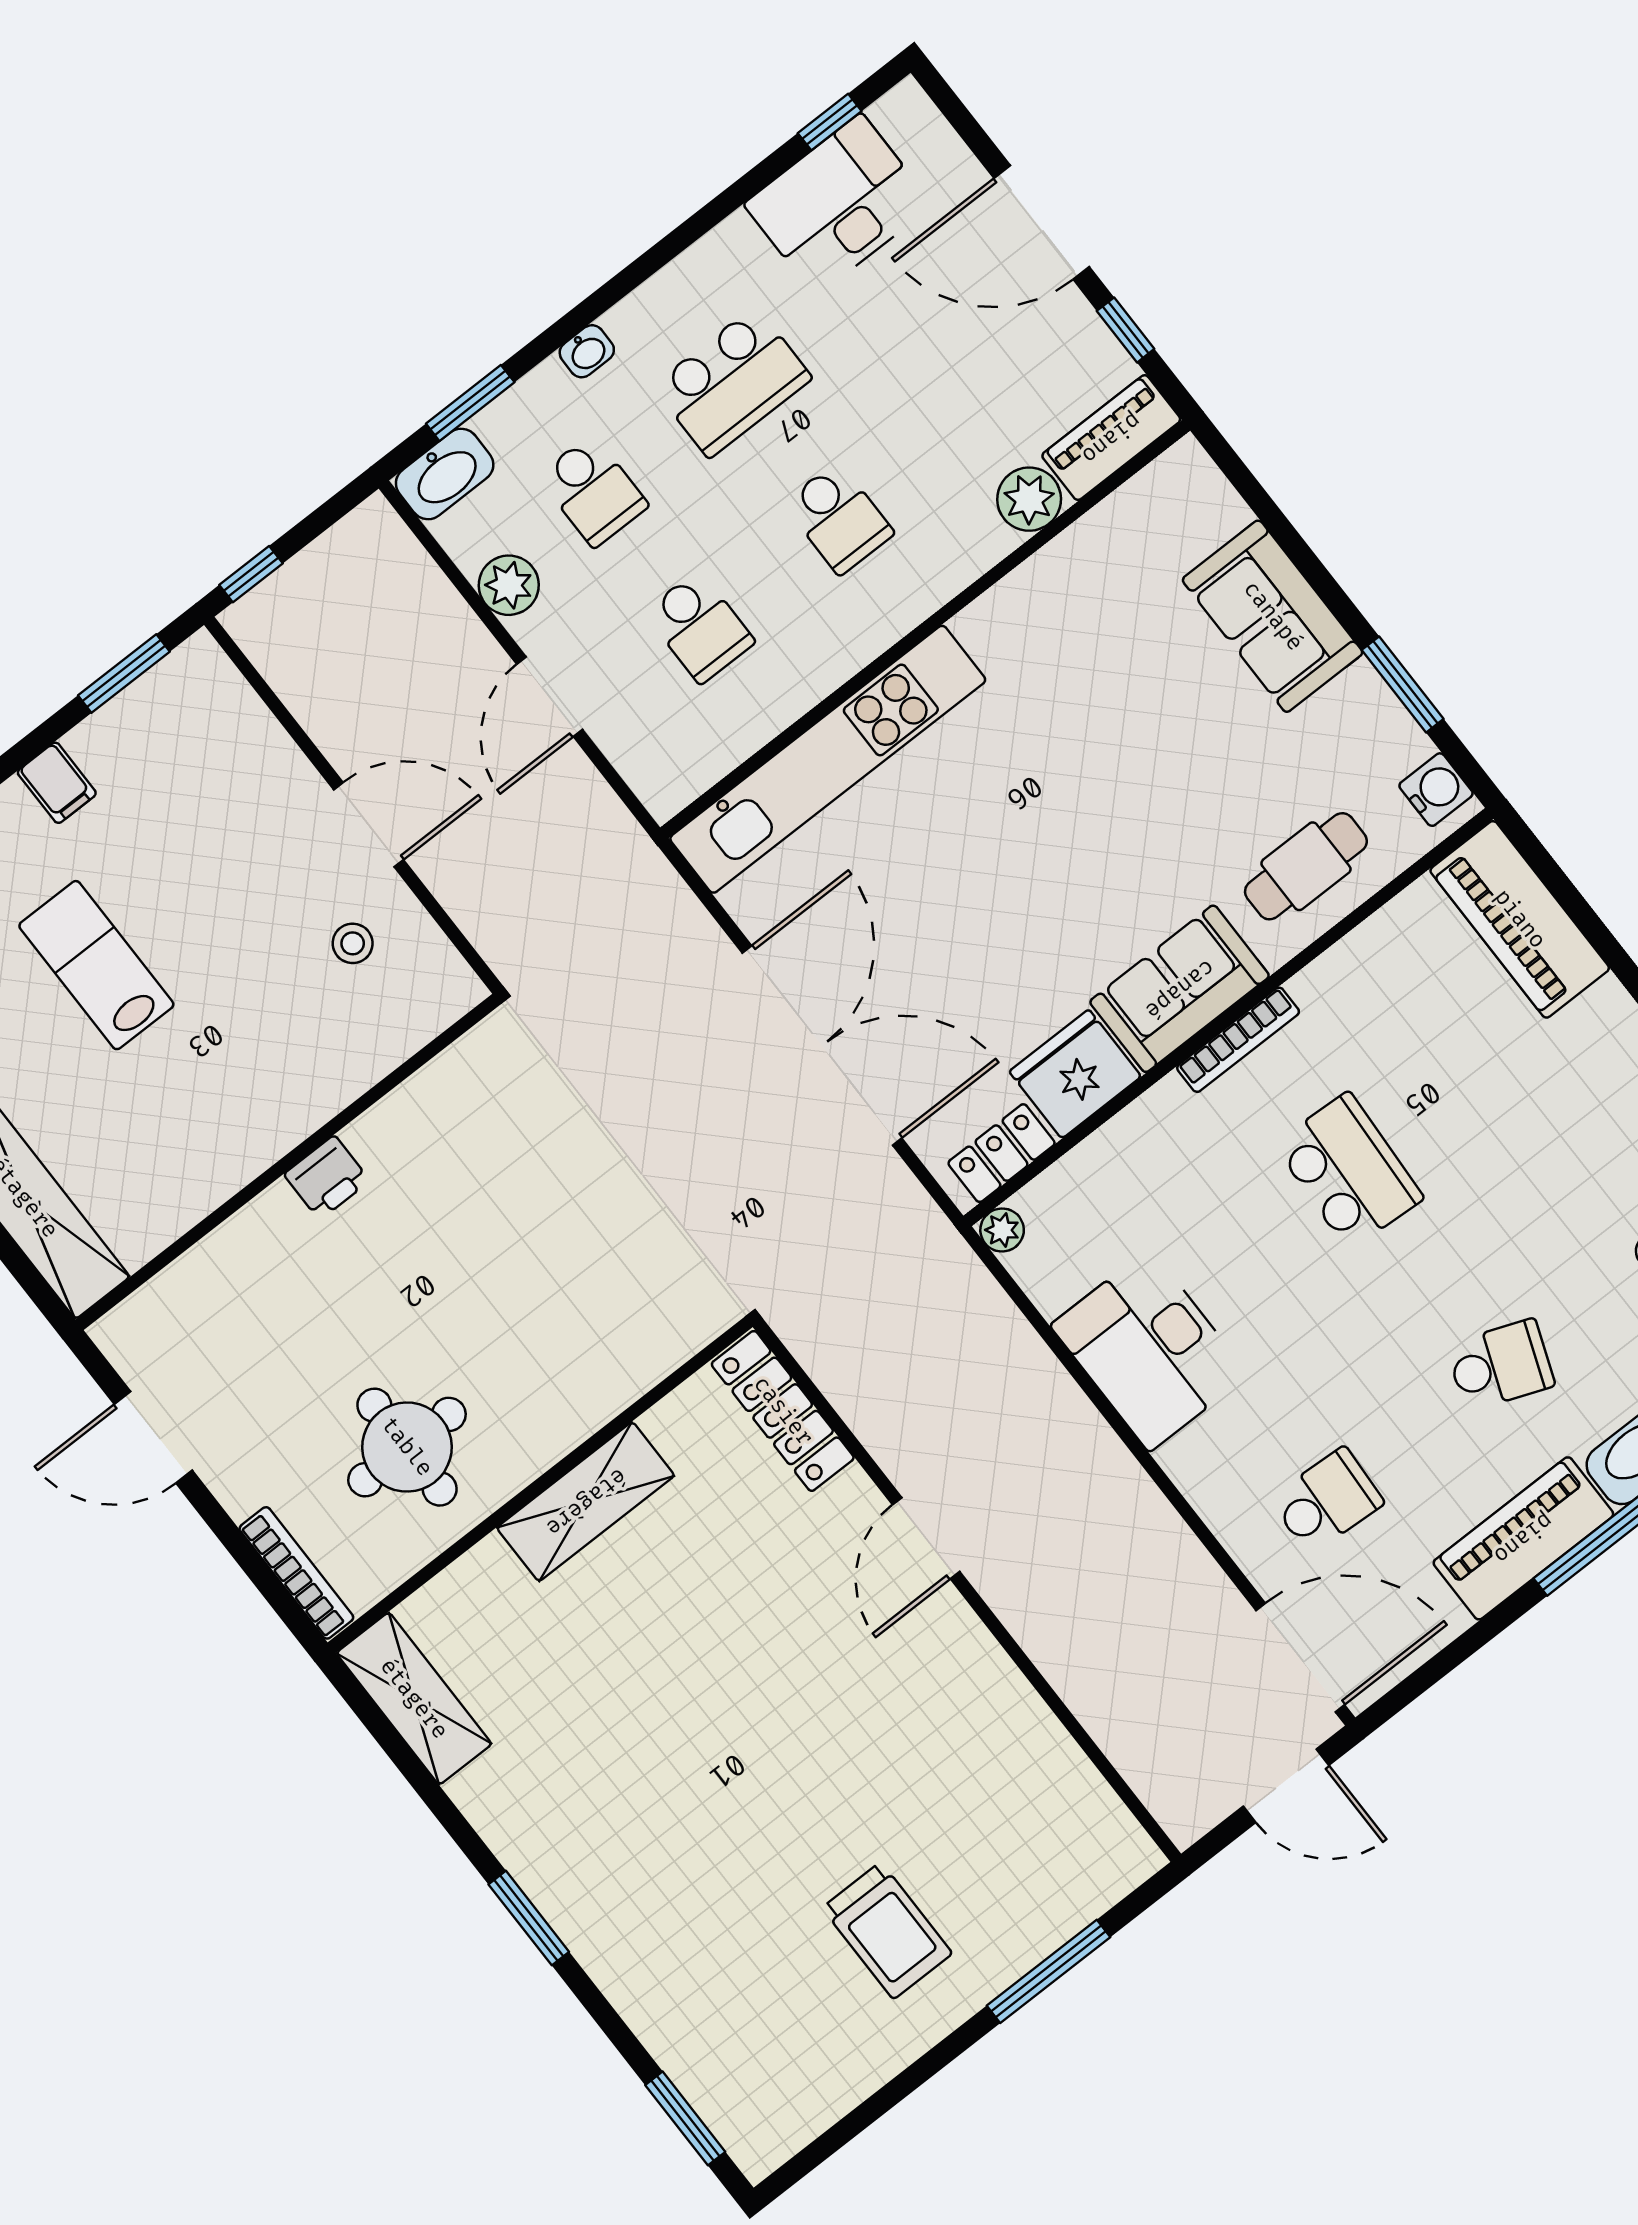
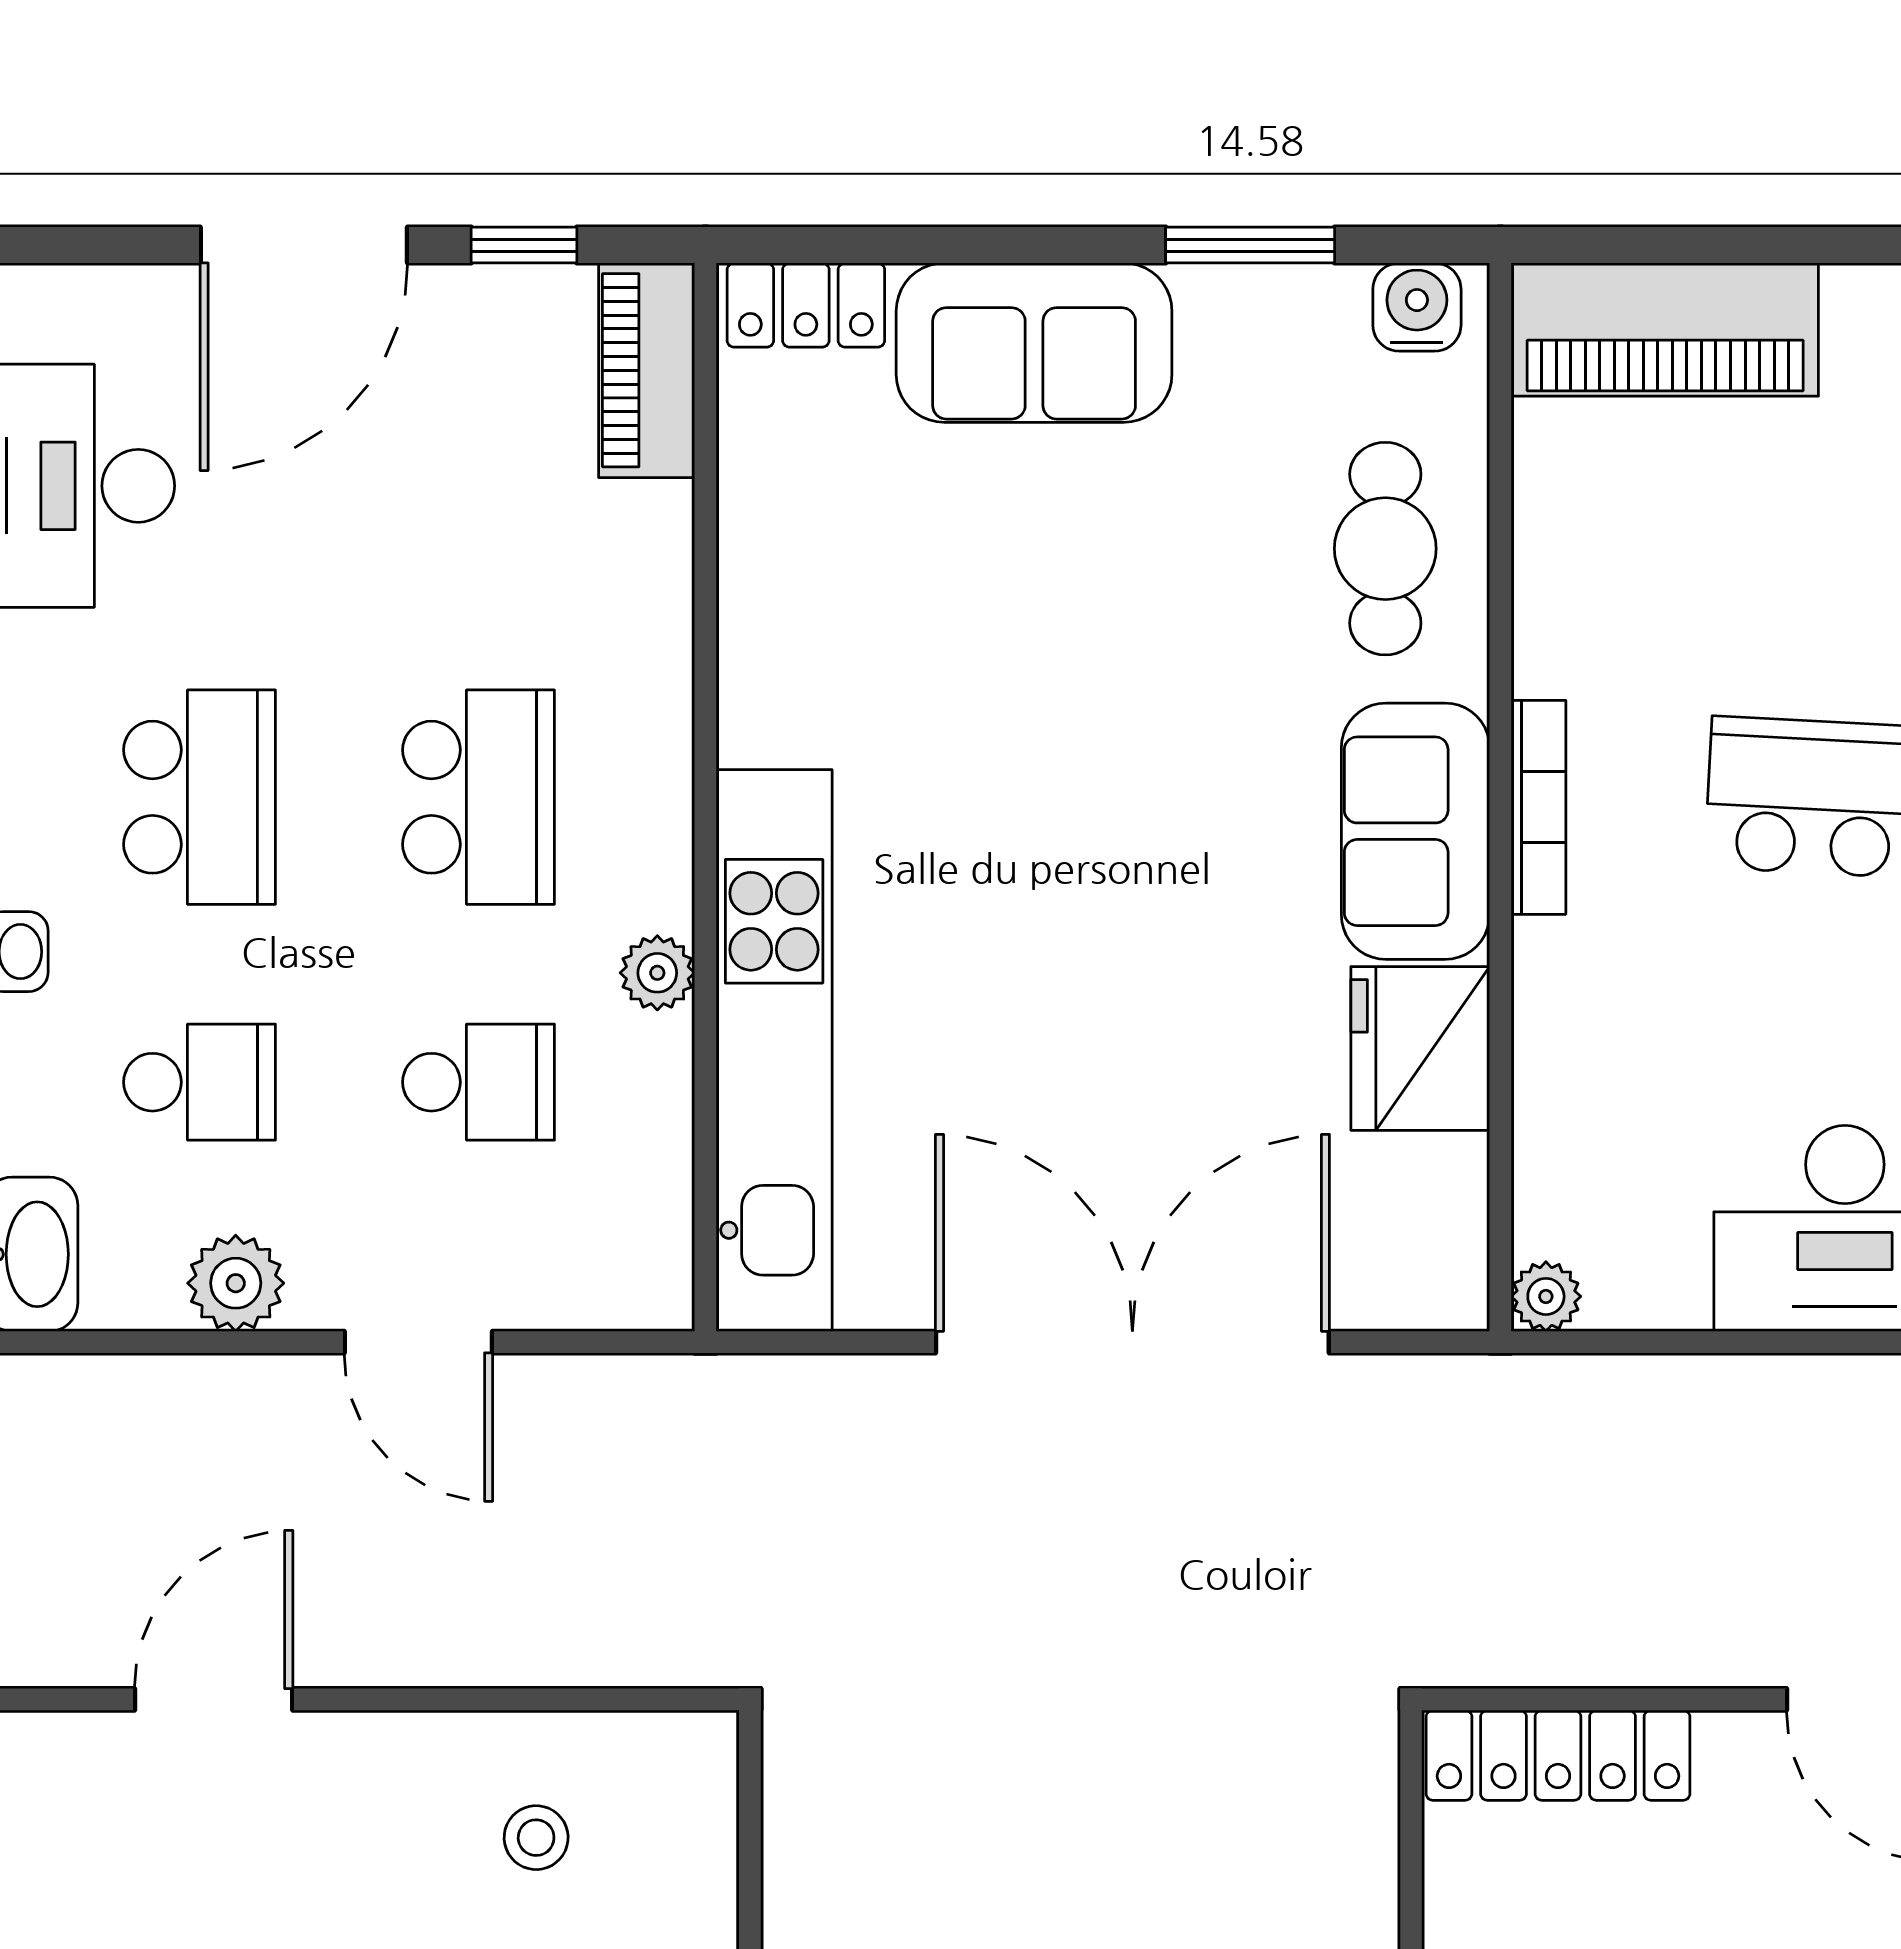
plant: (1029, 499) -> (657, 973), moved, width x0.73, depth x0.73
school desk: (839, 518) -> (479, 797), width x1.85
door: (369, 825) -> (214, 1699), moved
locker: (1002, 1153) -> (806, 305), moved, turned -90

